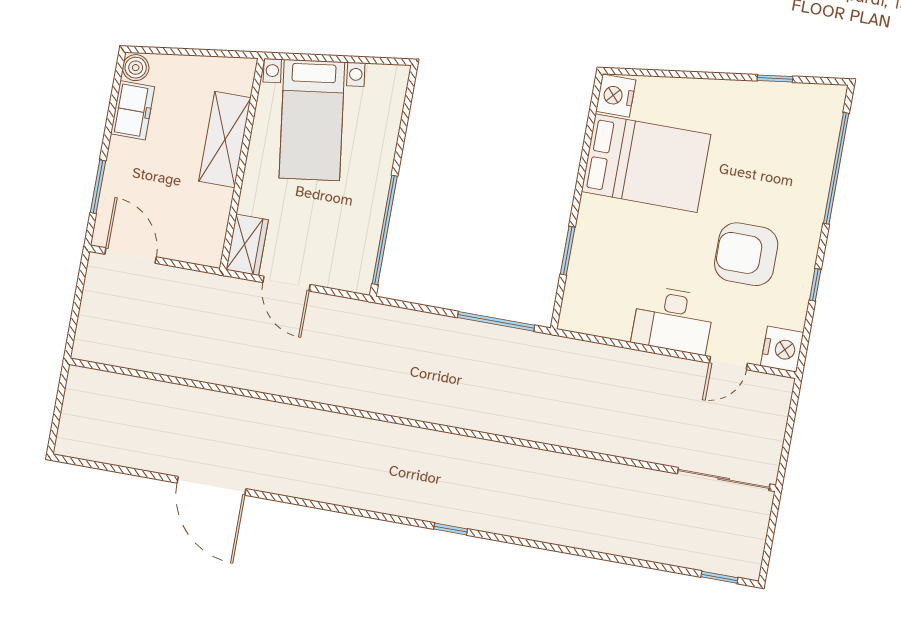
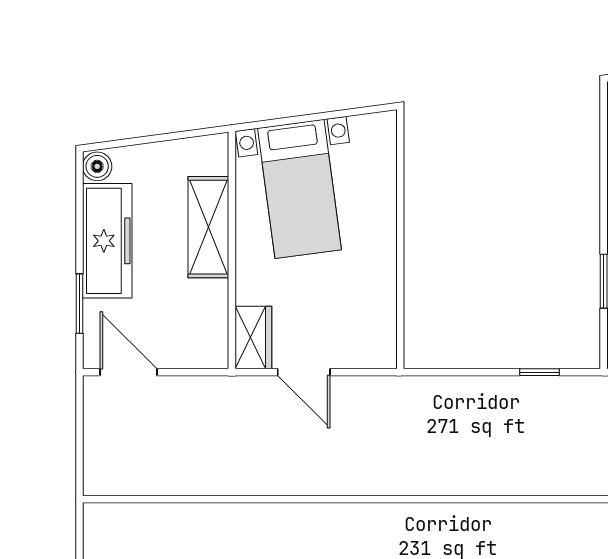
freezer: (133, 110) -> (107, 241), width x1.91, depth x1.26
window: (385, 230) -> (400, 294), removed
window: (496, 321) -> (540, 372), width x0.46

